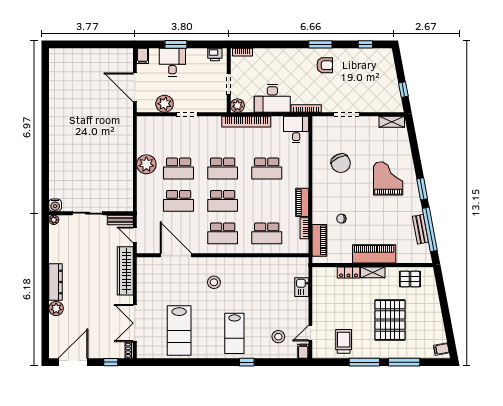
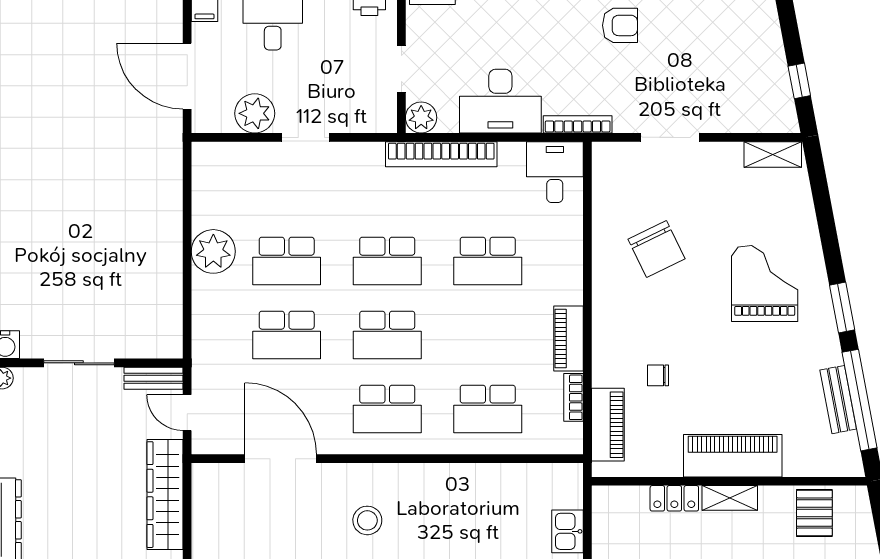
pallet: (410, 279) -> (814, 513), turned 90

